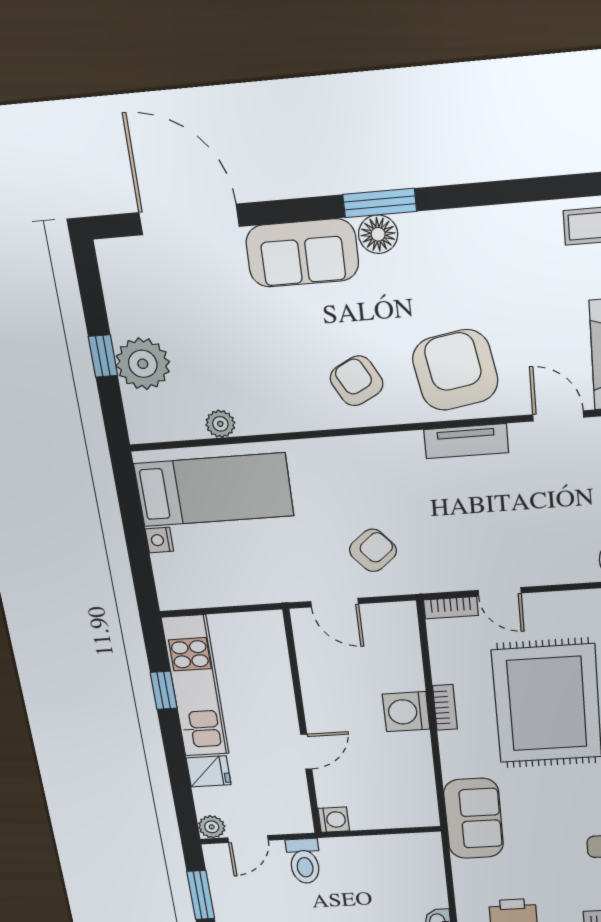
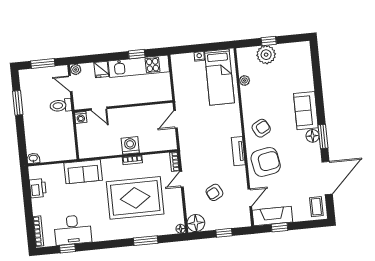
door: (189, 219) -> (327, 178), moved
tv unit: (466, 441) -> (238, 151), moved
armchair: (373, 550) -> (214, 192), moved, turned 103
door: (306, 752) -> (99, 109), moved

